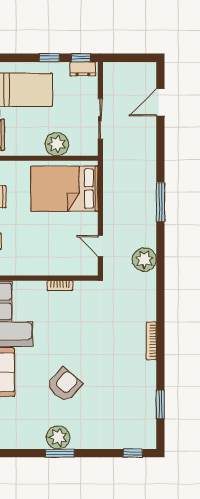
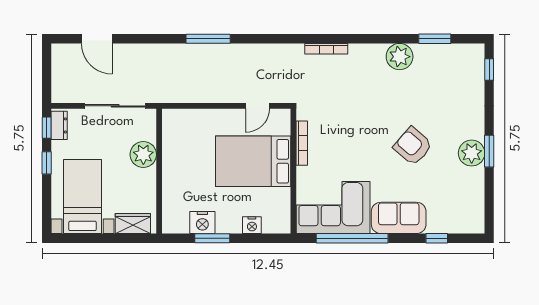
sliding door: (100, 119) -> (115, 106), width x1.37
bed: (64, 189) -> (253, 161), moved, turned 90
plant: (144, 260) -> (400, 57), moved
bookcase: (60, 286) -> (302, 143), width x1.56
bookcase: (151, 341) -> (326, 49), moved

